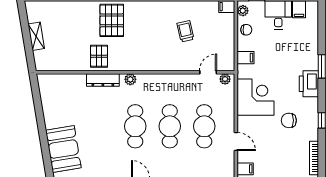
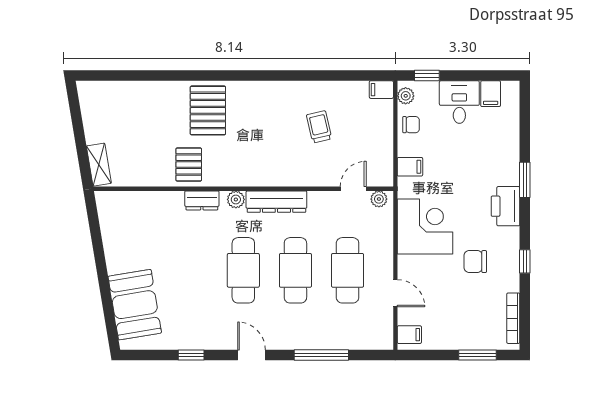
shelving: (36, 36) -> (99, 165), moved
dresser: (103, 80) -> (202, 200), width x0.70
dresser: (157, 81) -> (276, 202), added

